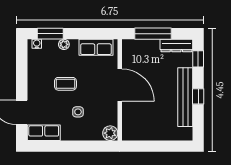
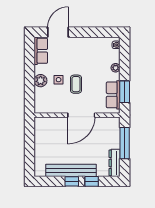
window: (50, 34) -> (125, 92), moved
window: (198, 59) -> (92, 181), moved
coffee table: (65, 84) -> (76, 84), moved
plant: (110, 133) -> (41, 81), moved

